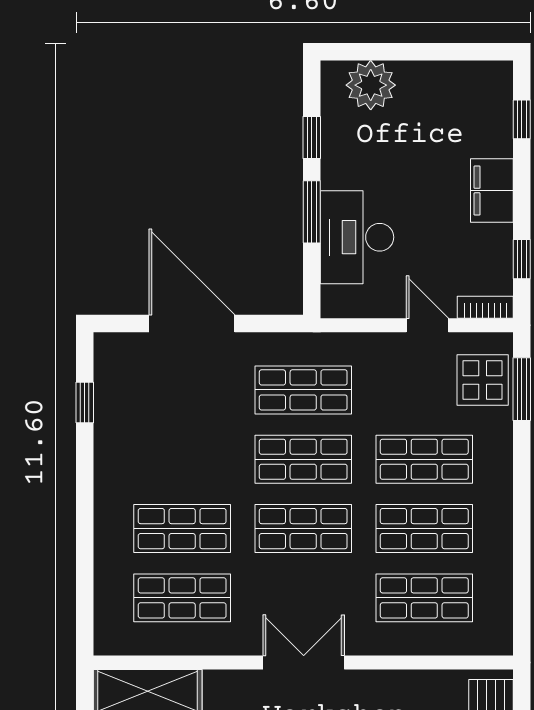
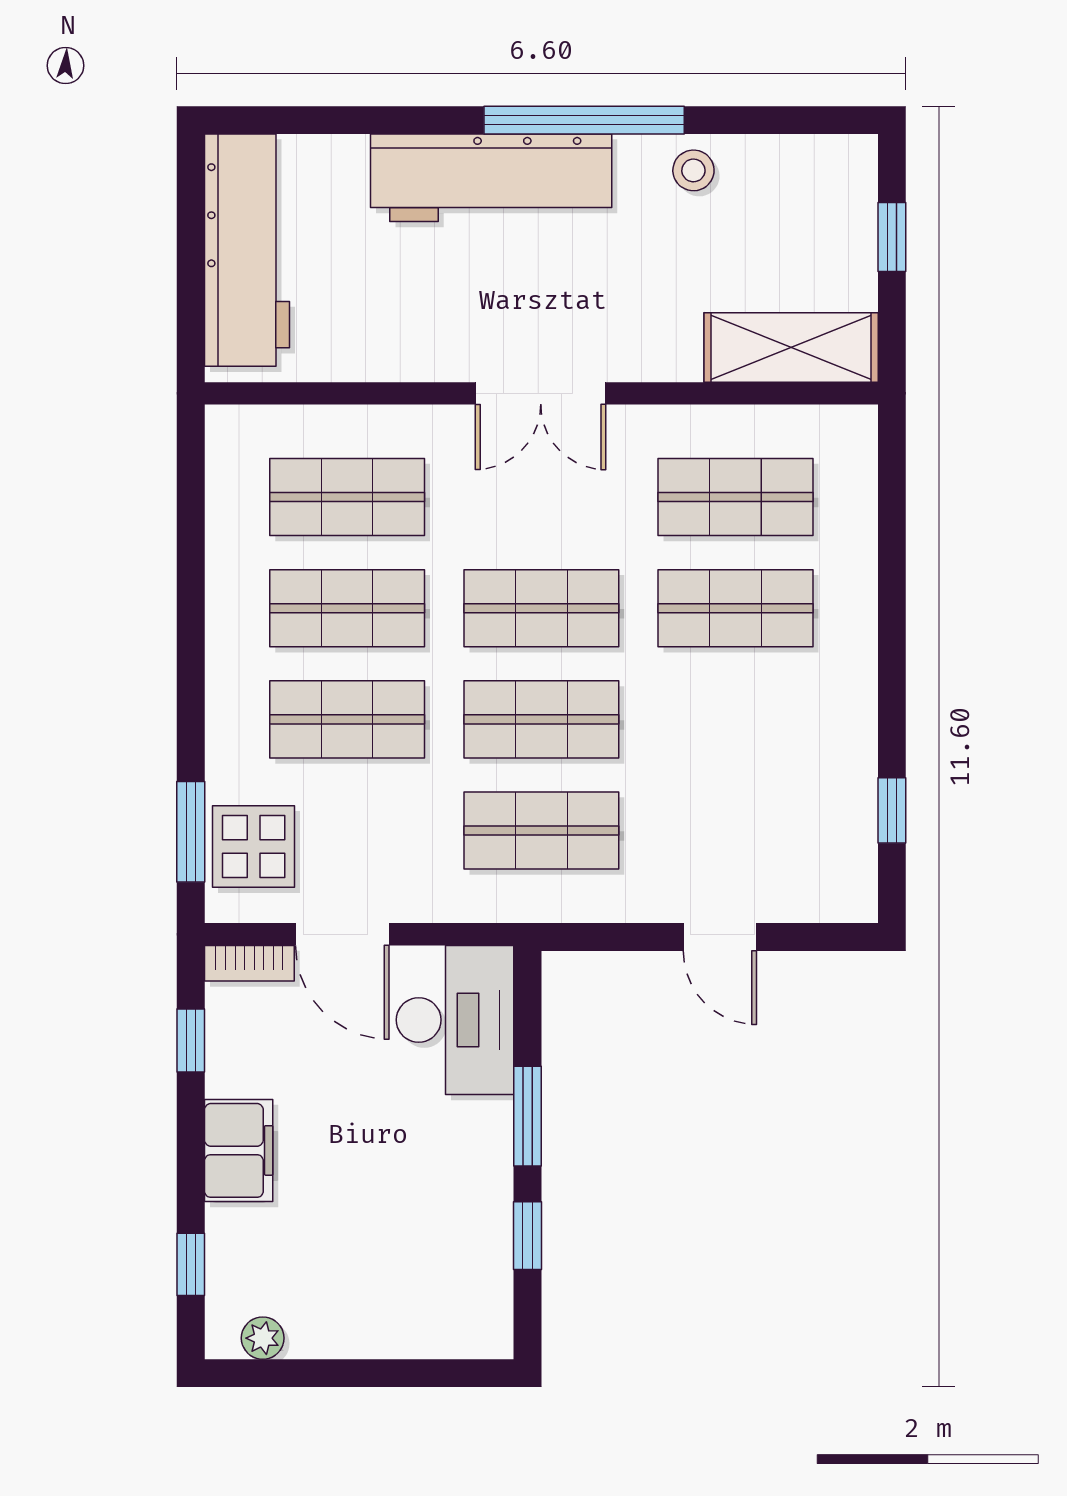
plant: (371, 85) -> (263, 1338), moved, width x0.53, depth x0.53
desk: (357, 237) -> (455, 1020), moved
door: (192, 324) -> (720, 937), width x0.53
door: (427, 325) -> (342, 934), width x1.38

